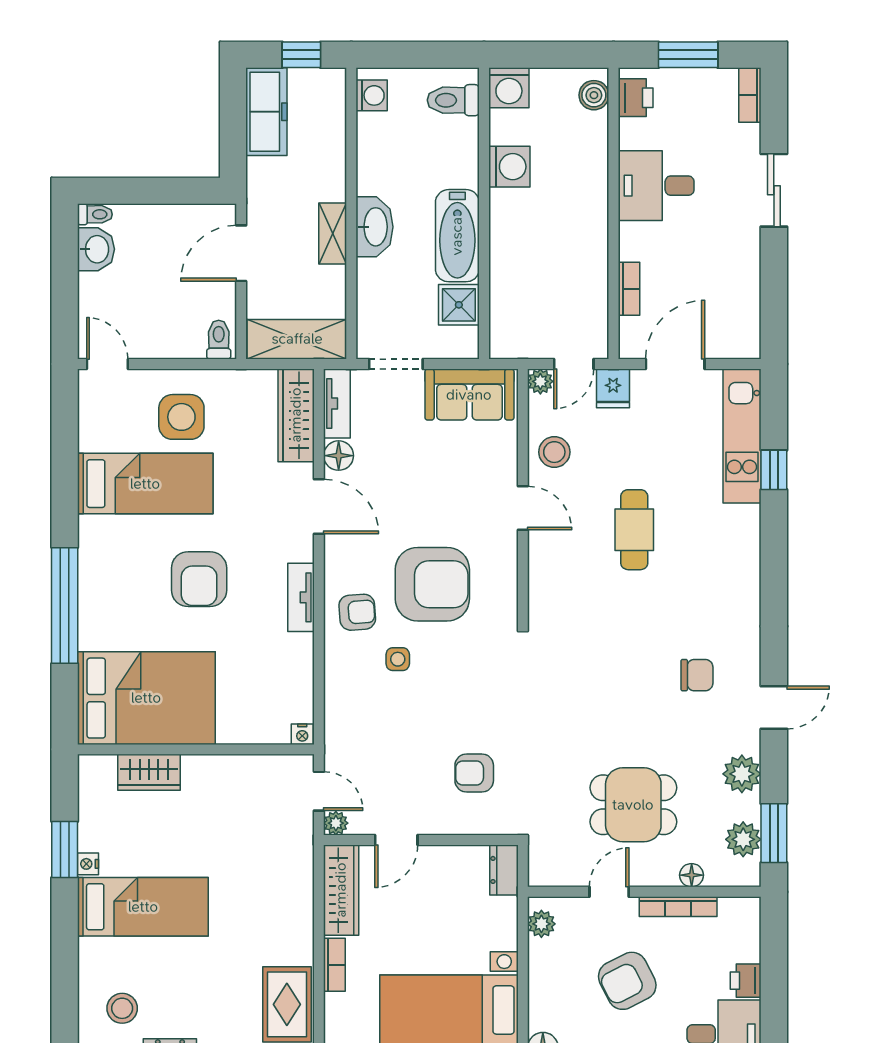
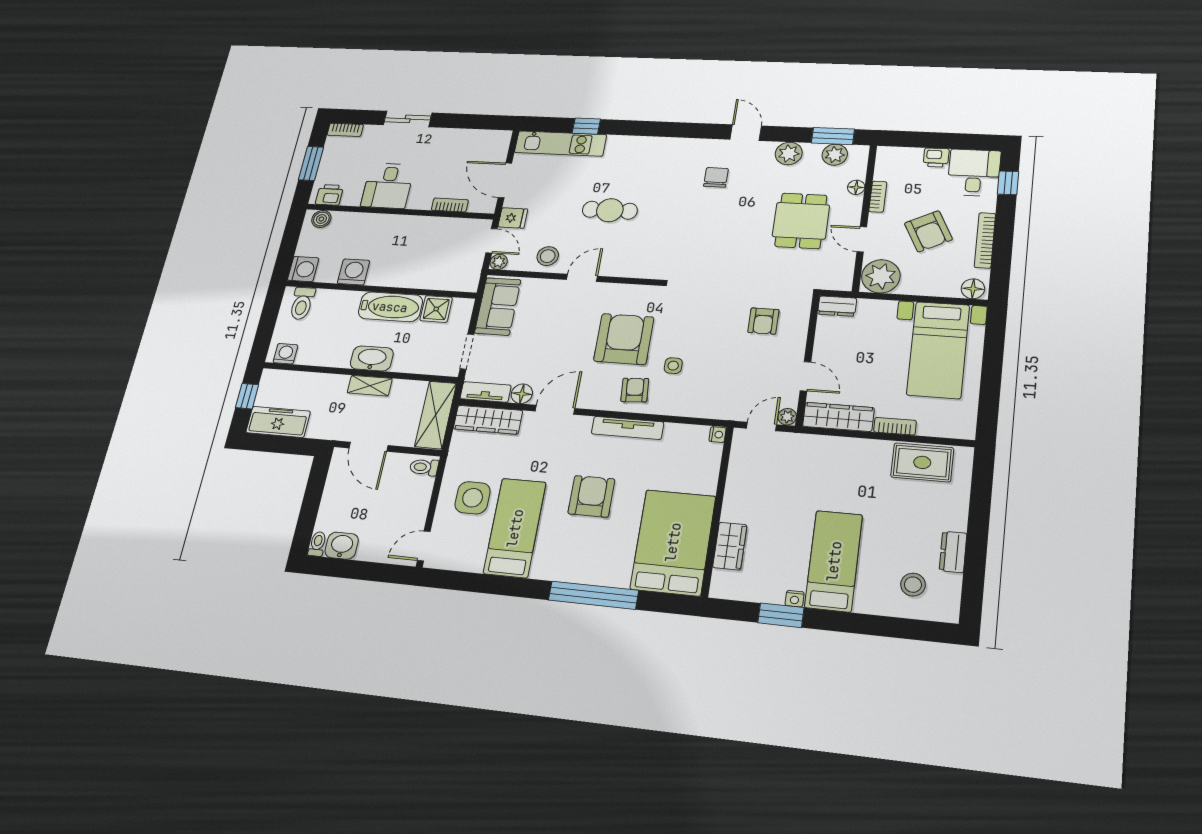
armchair: (199, 579) -> (591, 496), turned -90
tv unit: (301, 597) -> (627, 428), width x1.41
bookcase: (678, 907) -> (878, 197), width x0.64
plant: (541, 924) -> (881, 276), width x1.87, depth x1.87

